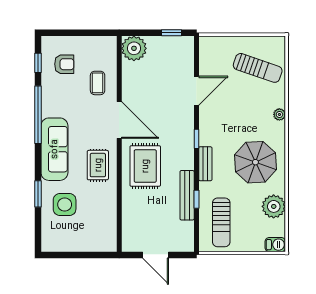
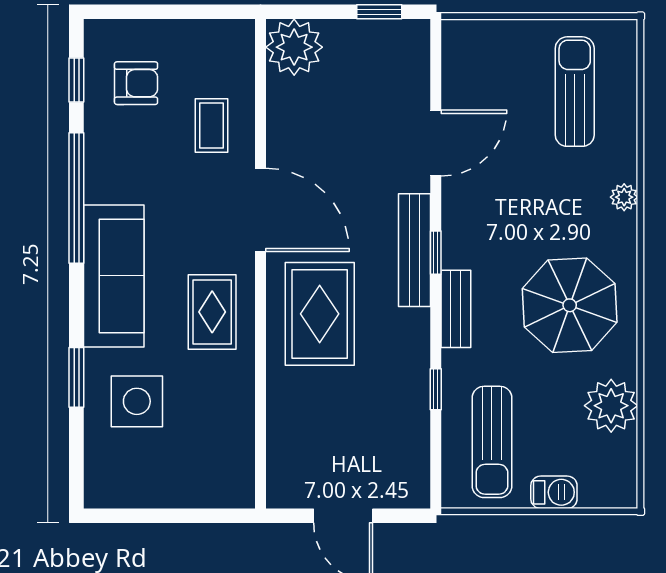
sun lounger: (258, 68) -> (575, 92), turned -109
bench: (187, 195) -> (415, 250), moved
barbecue: (275, 245) -> (554, 492), moved

